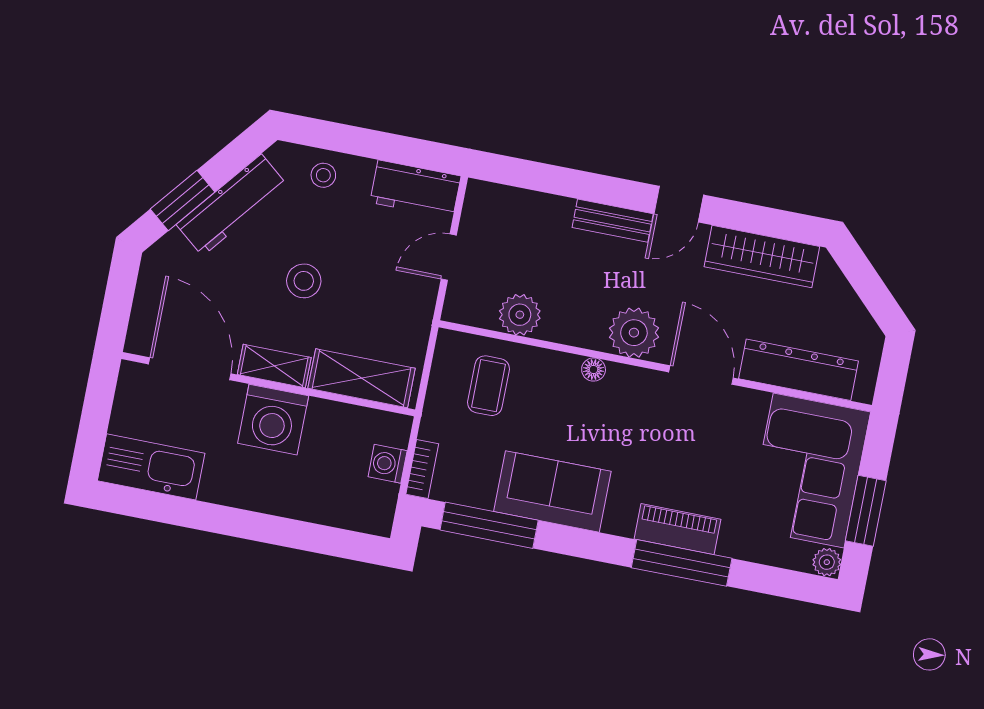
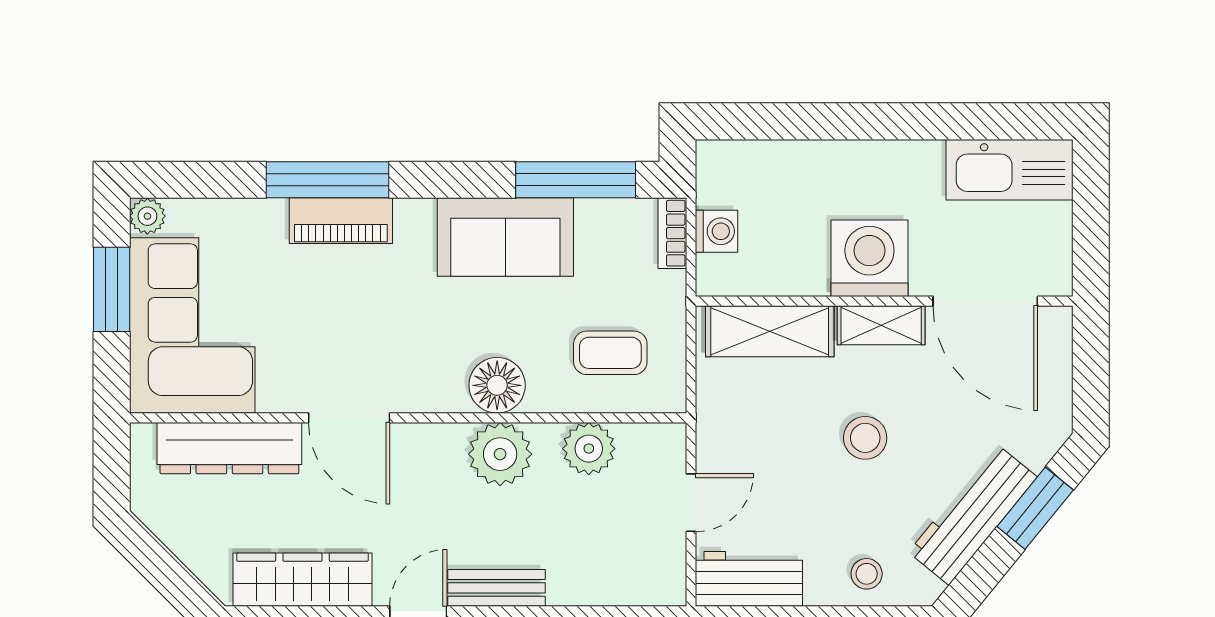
plant: (634, 333) -> (500, 454), moved
floor lamp: (594, 370) -> (497, 385), width x1.89, depth x1.89
coffee table: (489, 386) -> (610, 353), turned 90

